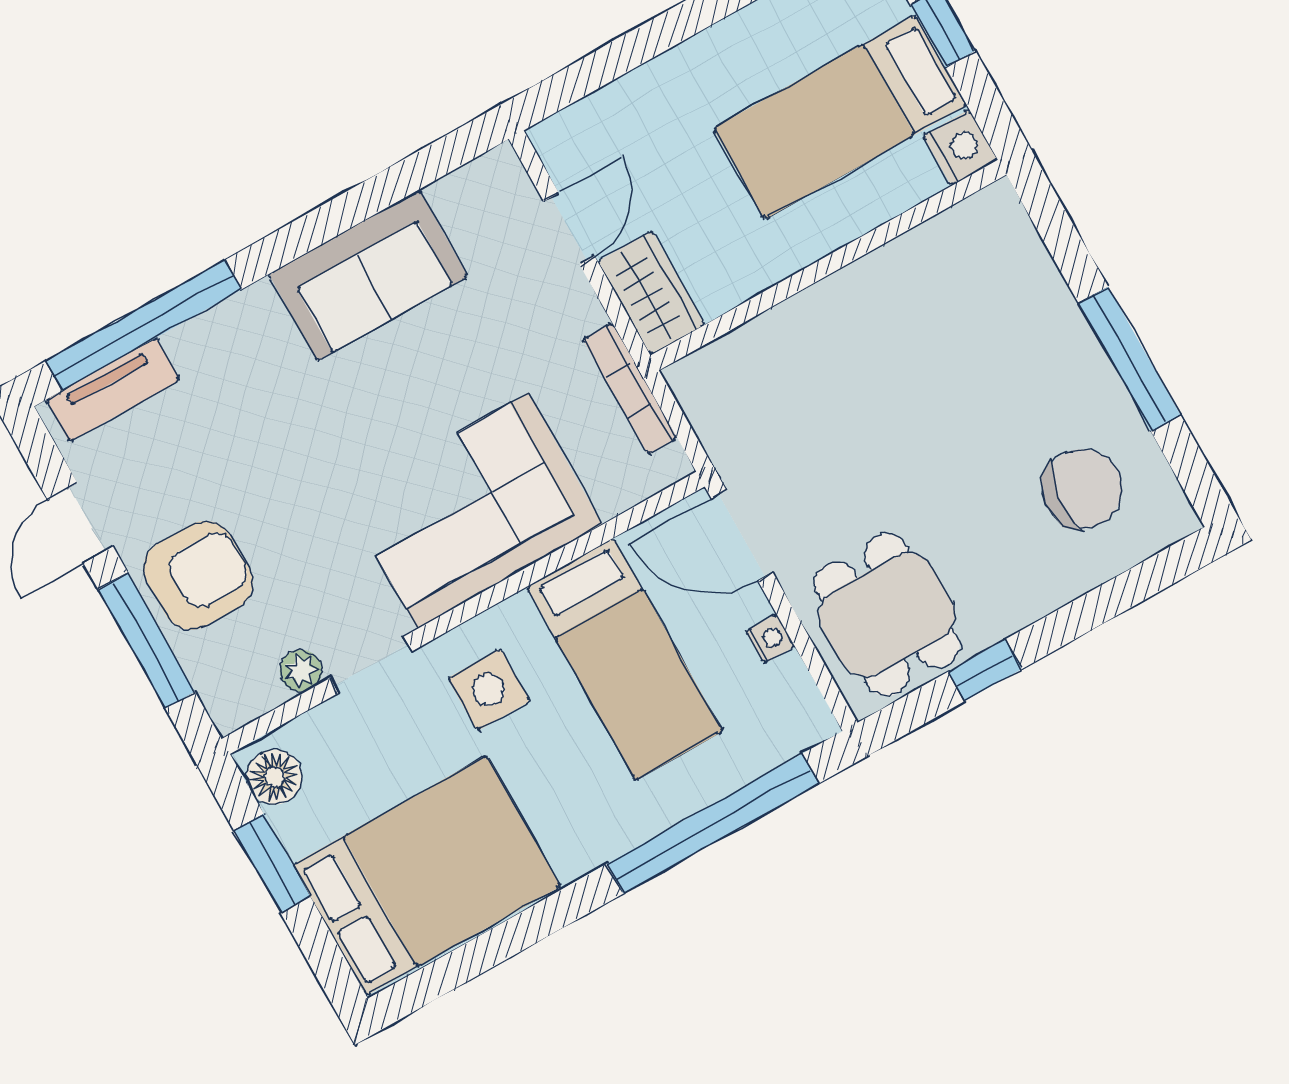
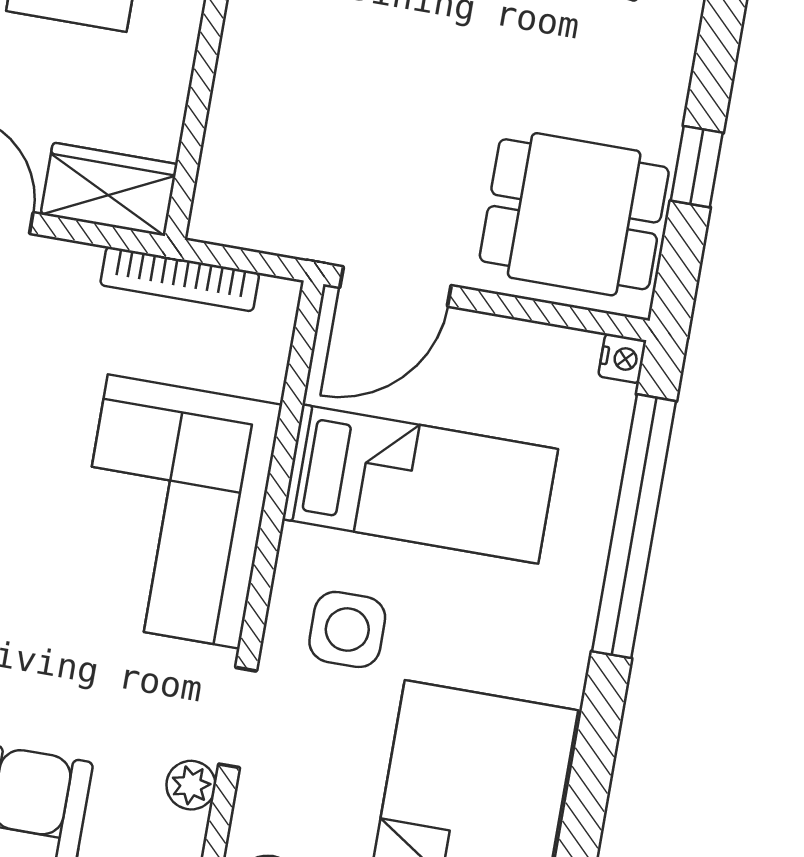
nightstand: (770, 639) -> (622, 358), moved, turned 90

